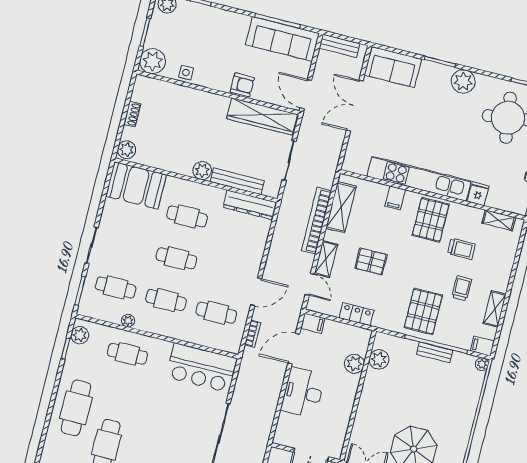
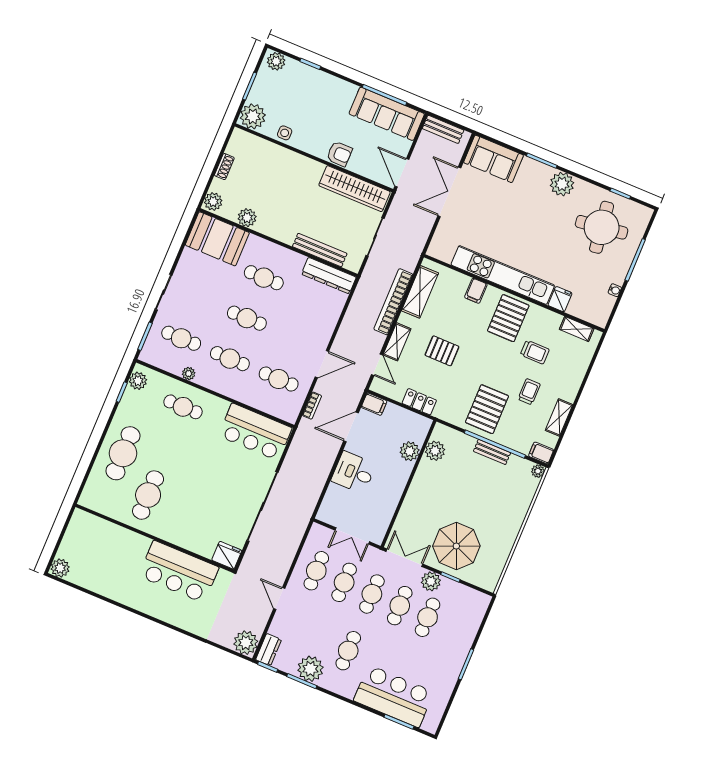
plant: (202, 171) -> (247, 218), moved
desk: (303, 393) -> (354, 472), width x0.73

